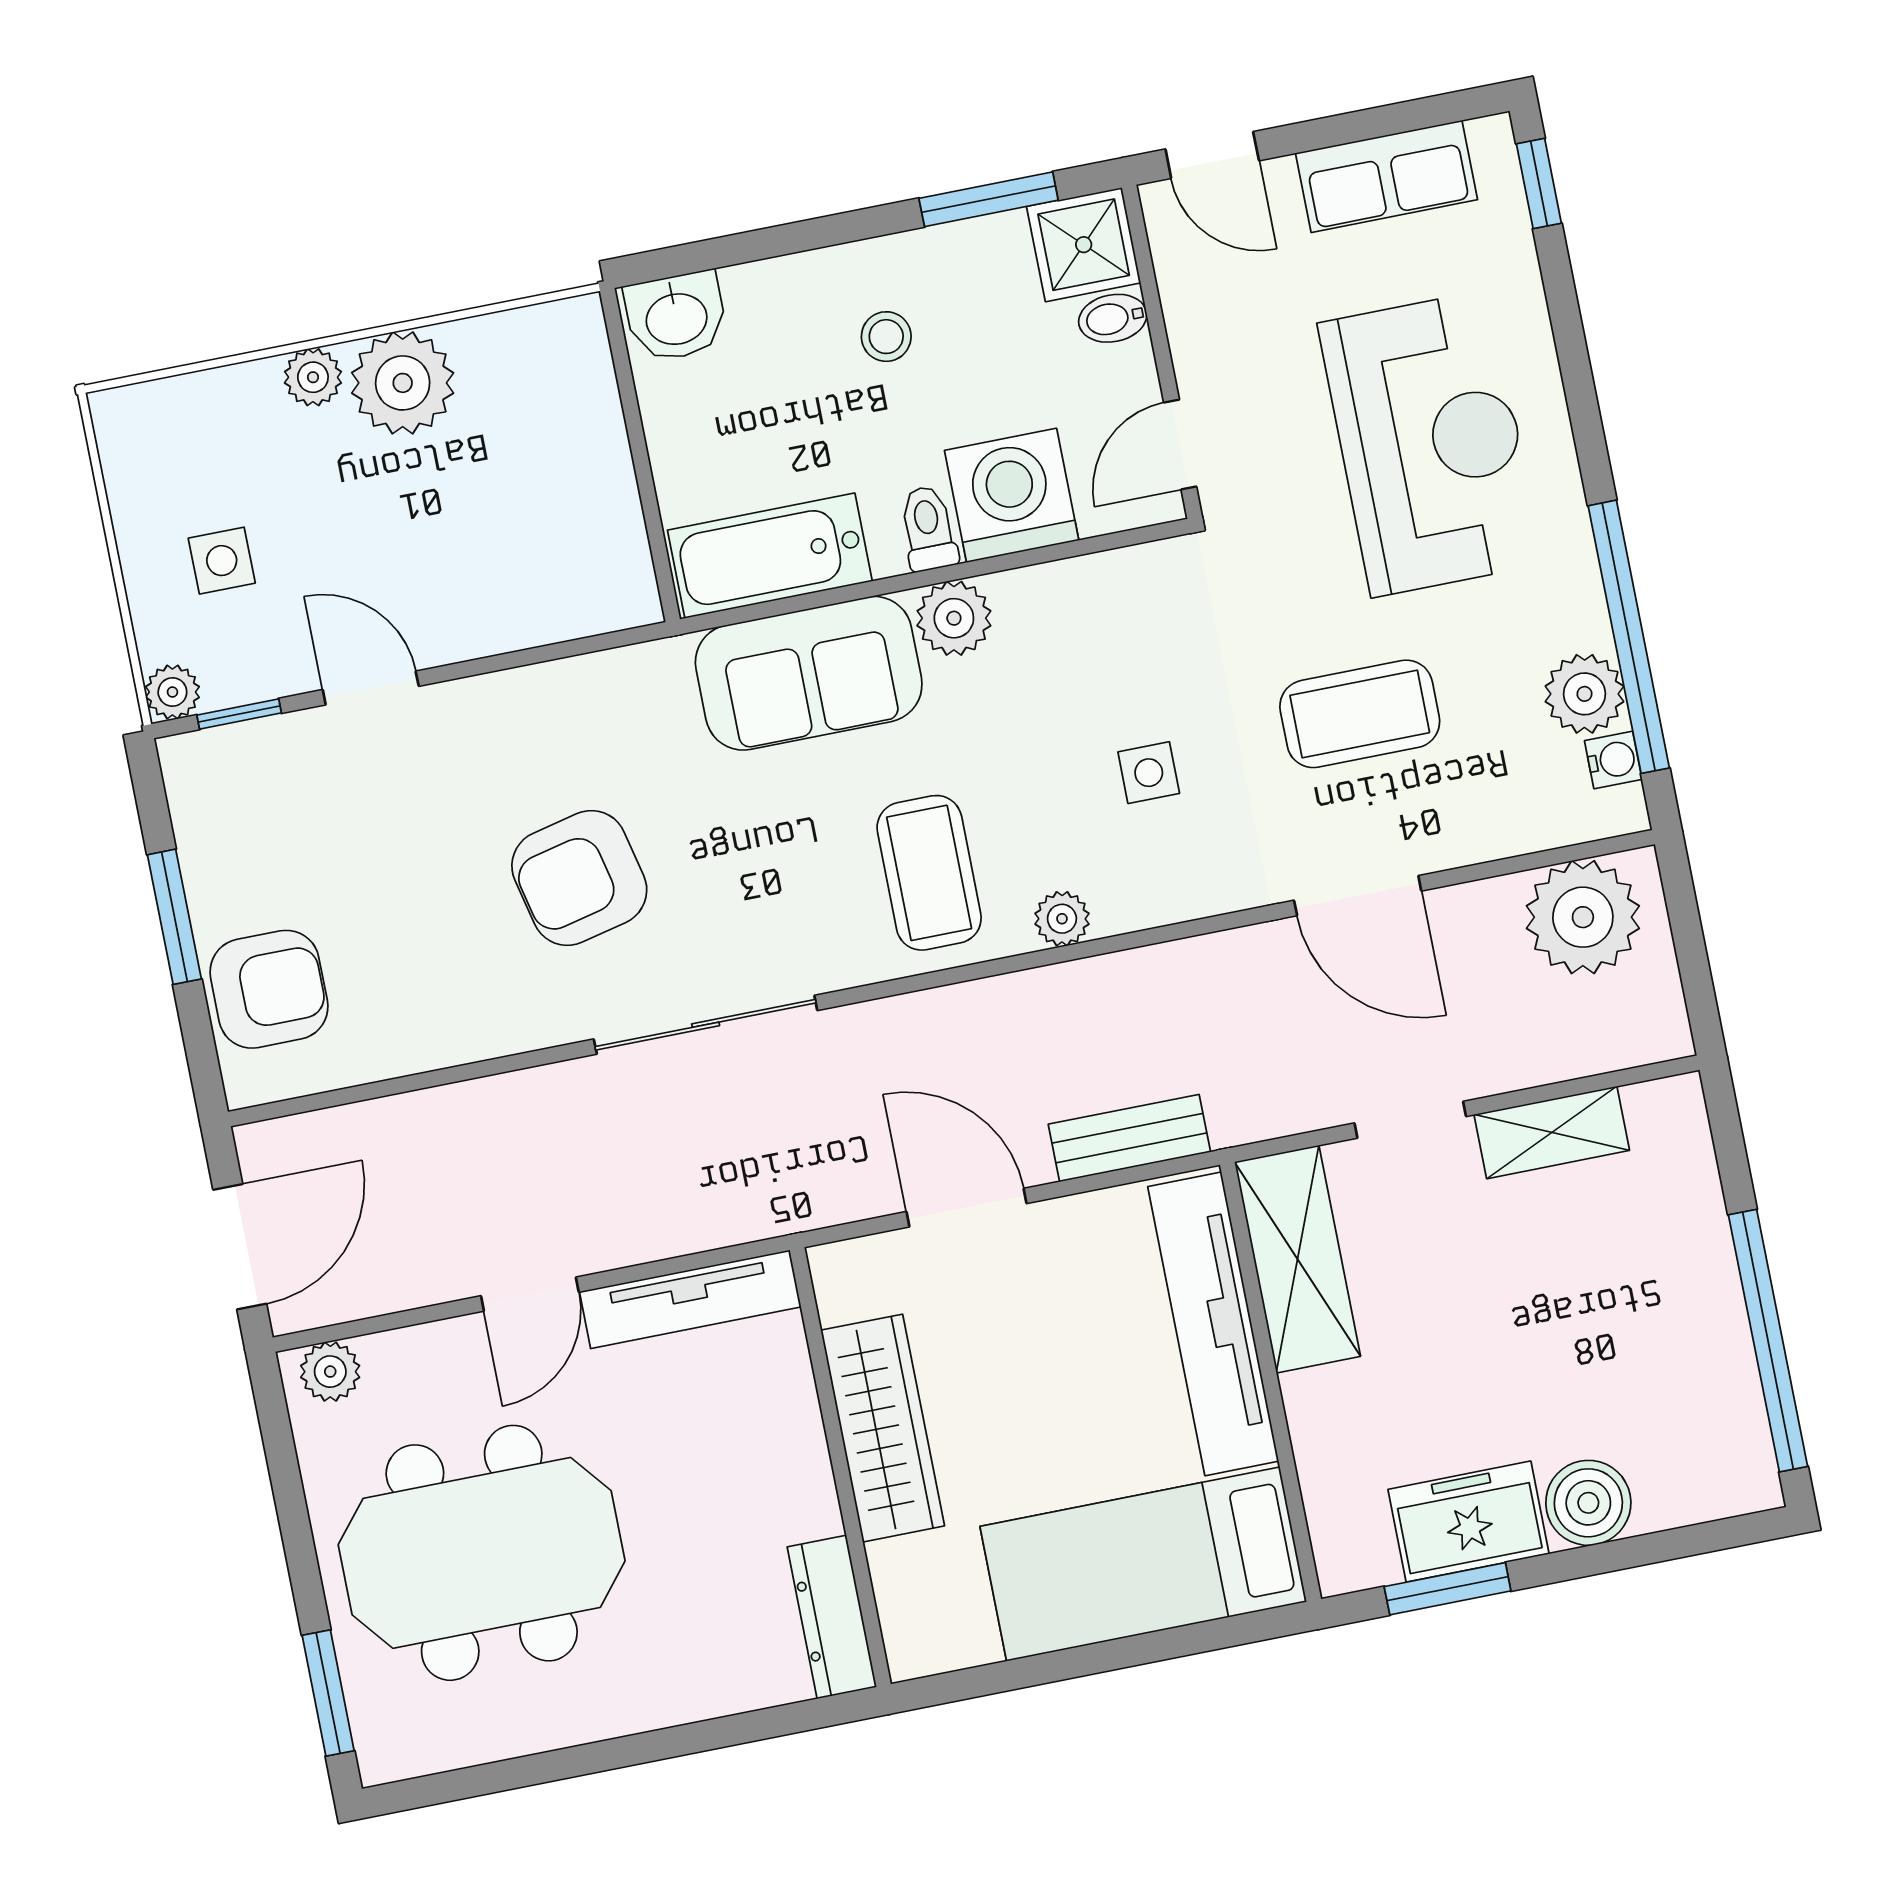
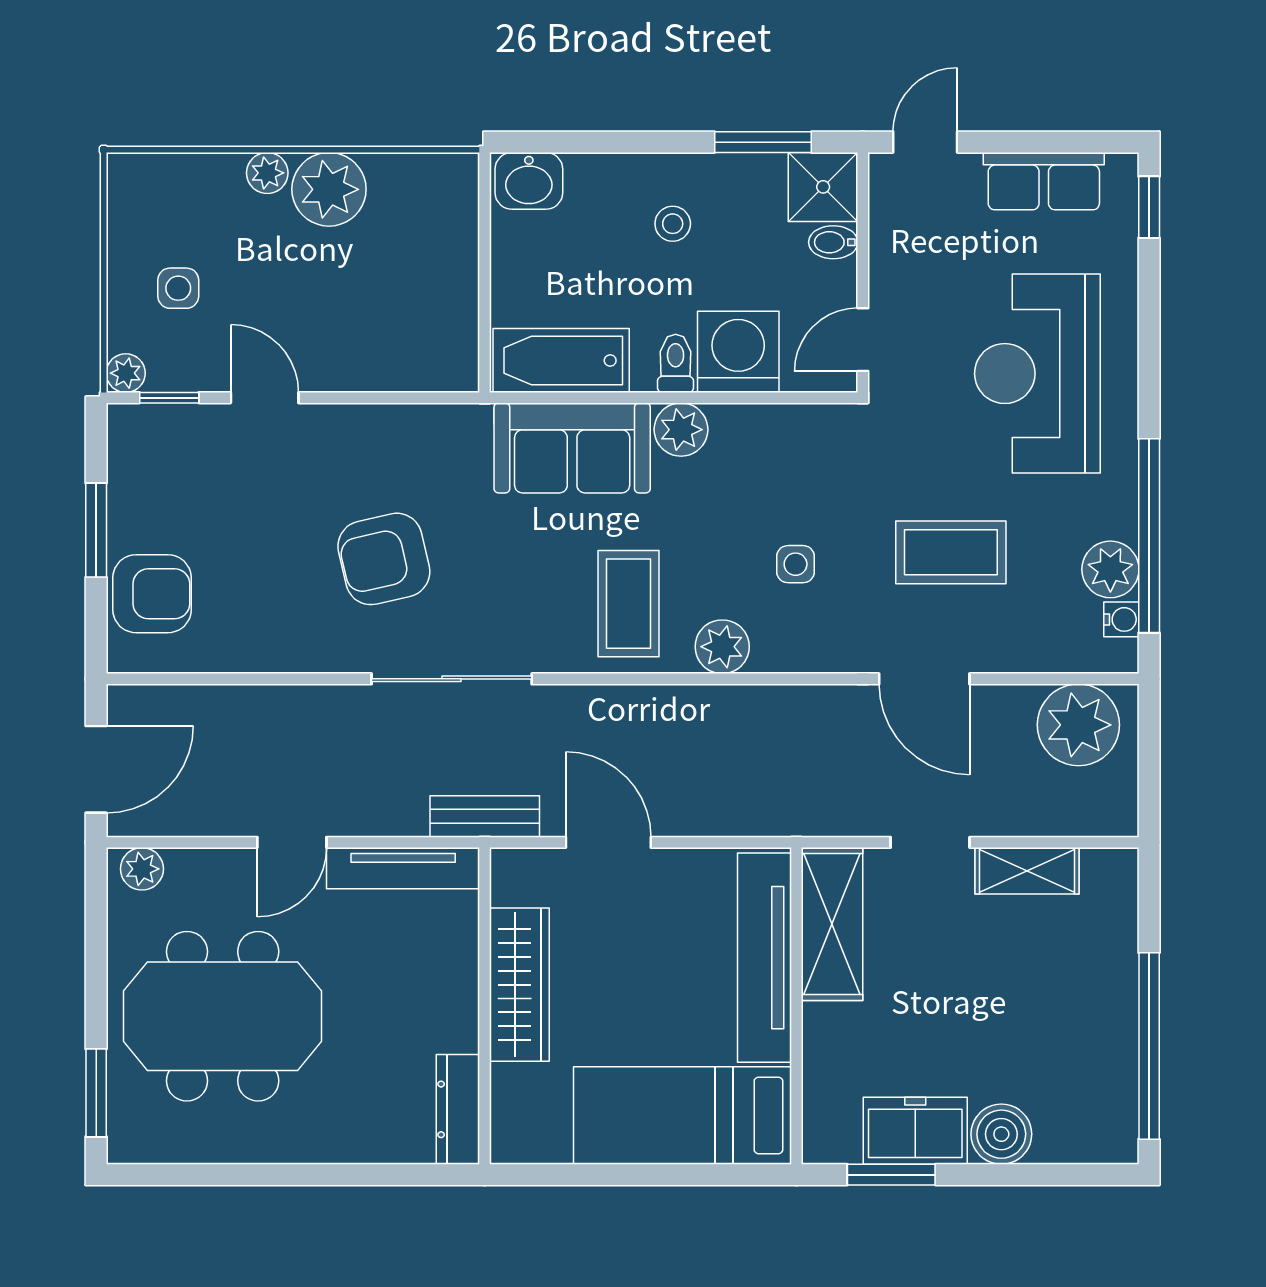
door: (1212, 155) -> (925, 142), swing flipped
reception desk: (1430, 444) -> (1037, 374), turned 180
plant: (1062, 919) -> (722, 647), width x1.38, depth x1.38
bench: (1129, 1138) -> (485, 816), moved

